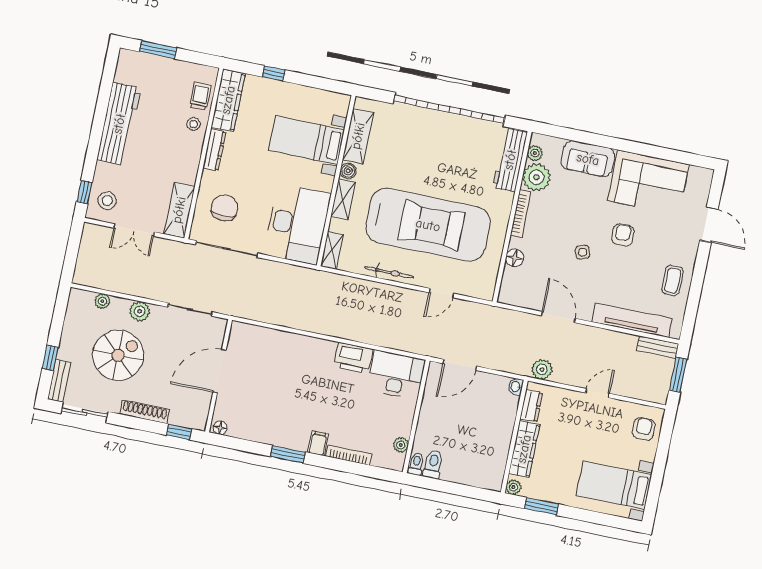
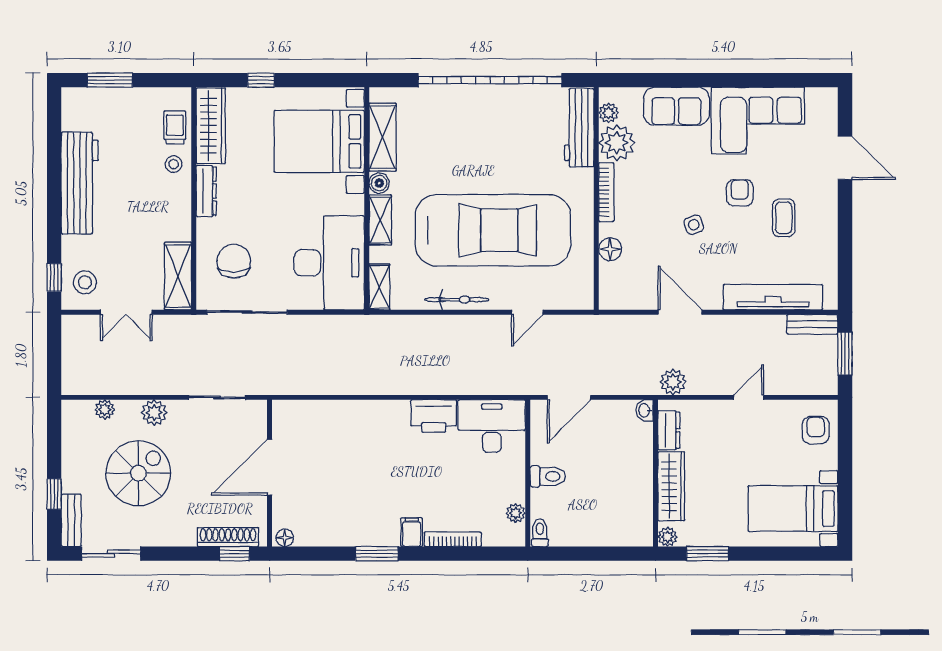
bed with nightstands: (307, 140) -> (319, 141), width x1.36
coffee table: (673, 280) -> (784, 218), moved
shoe rack: (145, 412) -> (228, 537), moved
toilet: (433, 464) -> (548, 476), moved, turned 90

